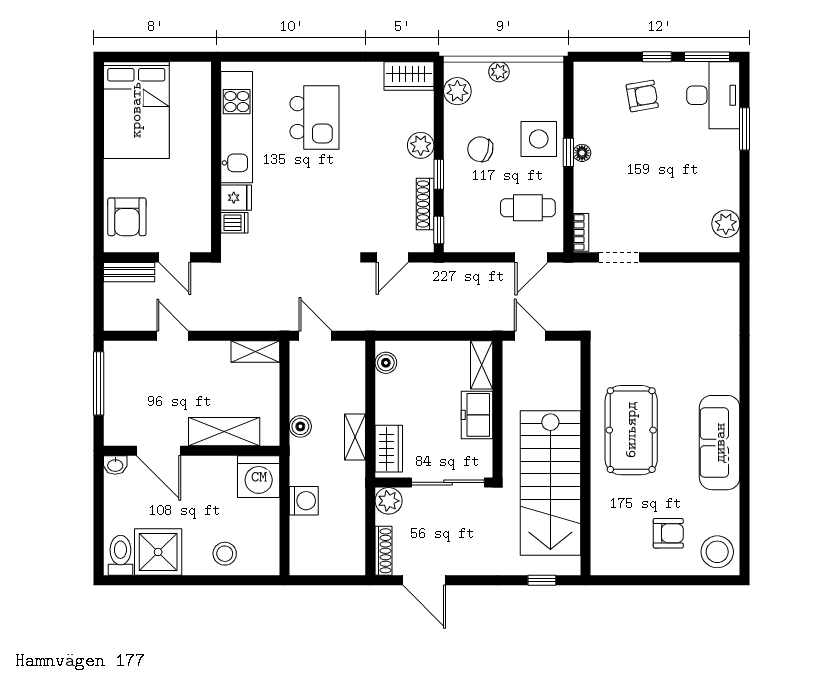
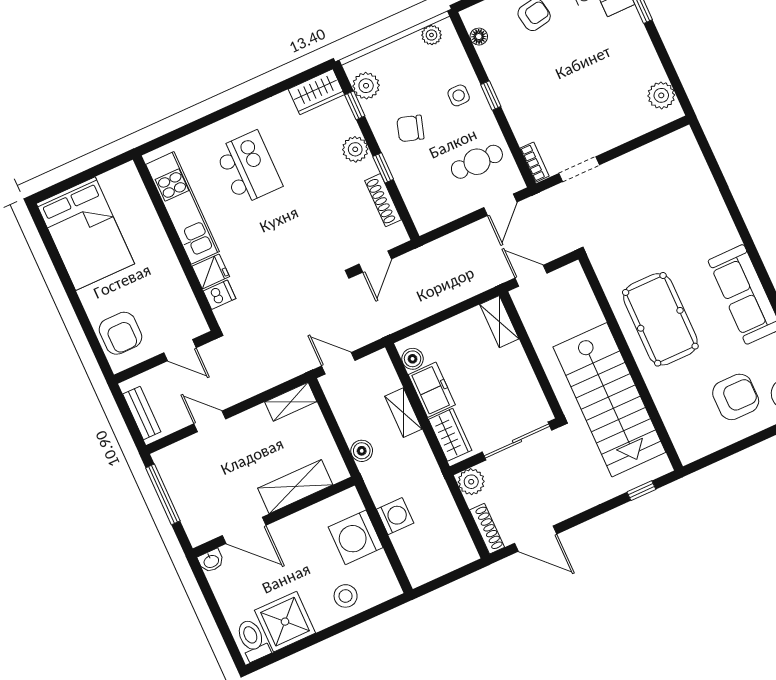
plant: (499, 72) -> (431, 35), moved
side table: (539, 139) -> (459, 95), width x0.54, depth x0.54
floor lamp: (582, 153) -> (479, 37), moved
window: (439, 230) -> (355, 105), moved
bench: (129, 272) -> (142, 413), moved, turned 90
freezer: (477, 415) -> (432, 390), moved, turned 180
shelving: (355, 437) -> (403, 413), moved
washing machine: (259, 477) -> (356, 537), moved, turned 90
armchair: (668, 533) -> (736, 397), width x1.38, depth x1.38

